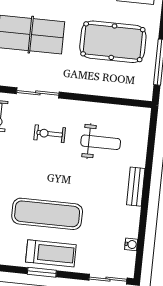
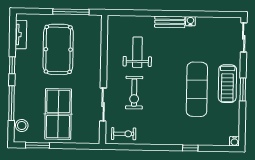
exercise bike: (50, 134) -> (134, 93), width x1.38, depth x1.39
water cooler: (131, 244) -> (190, 21), moved
treadmill: (51, 253) -> (227, 84), turned 180

